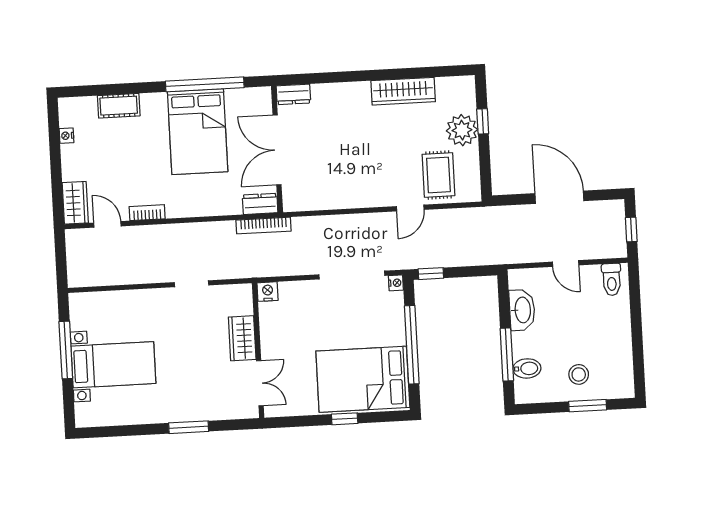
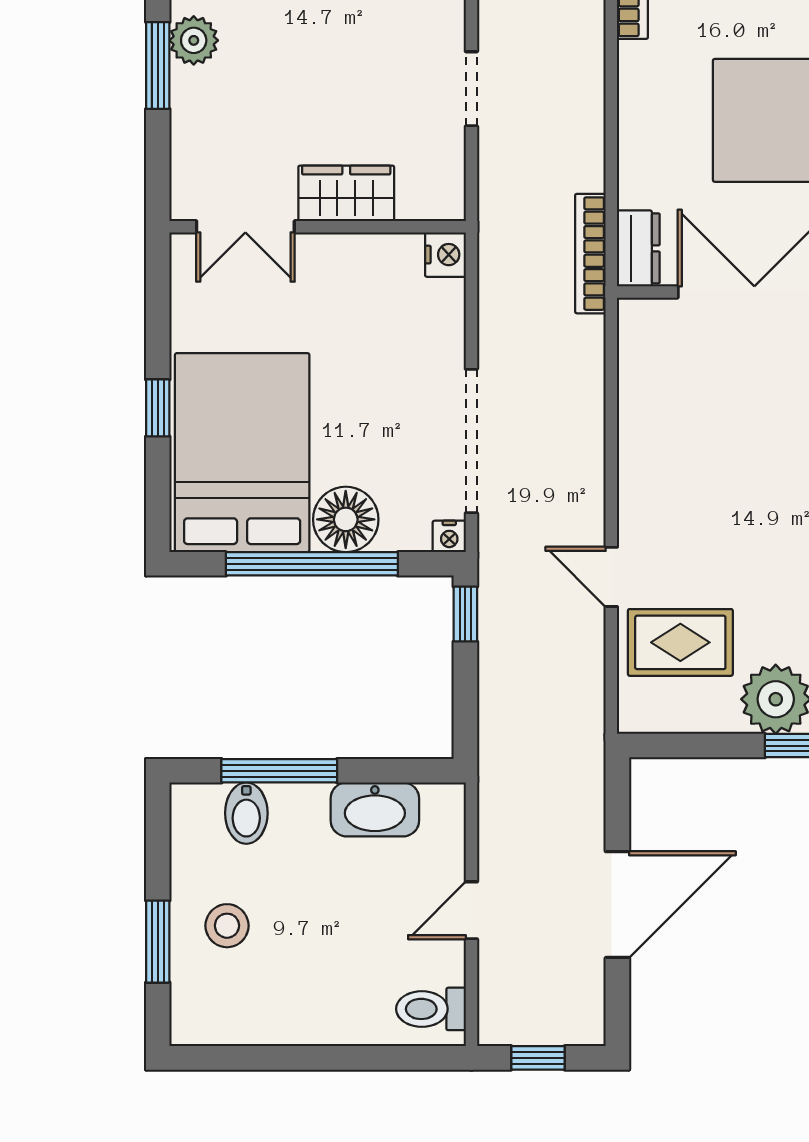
floor lamp: (391, 330) -> (346, 519), added
plant: (176, 411) -> (194, 40), added

